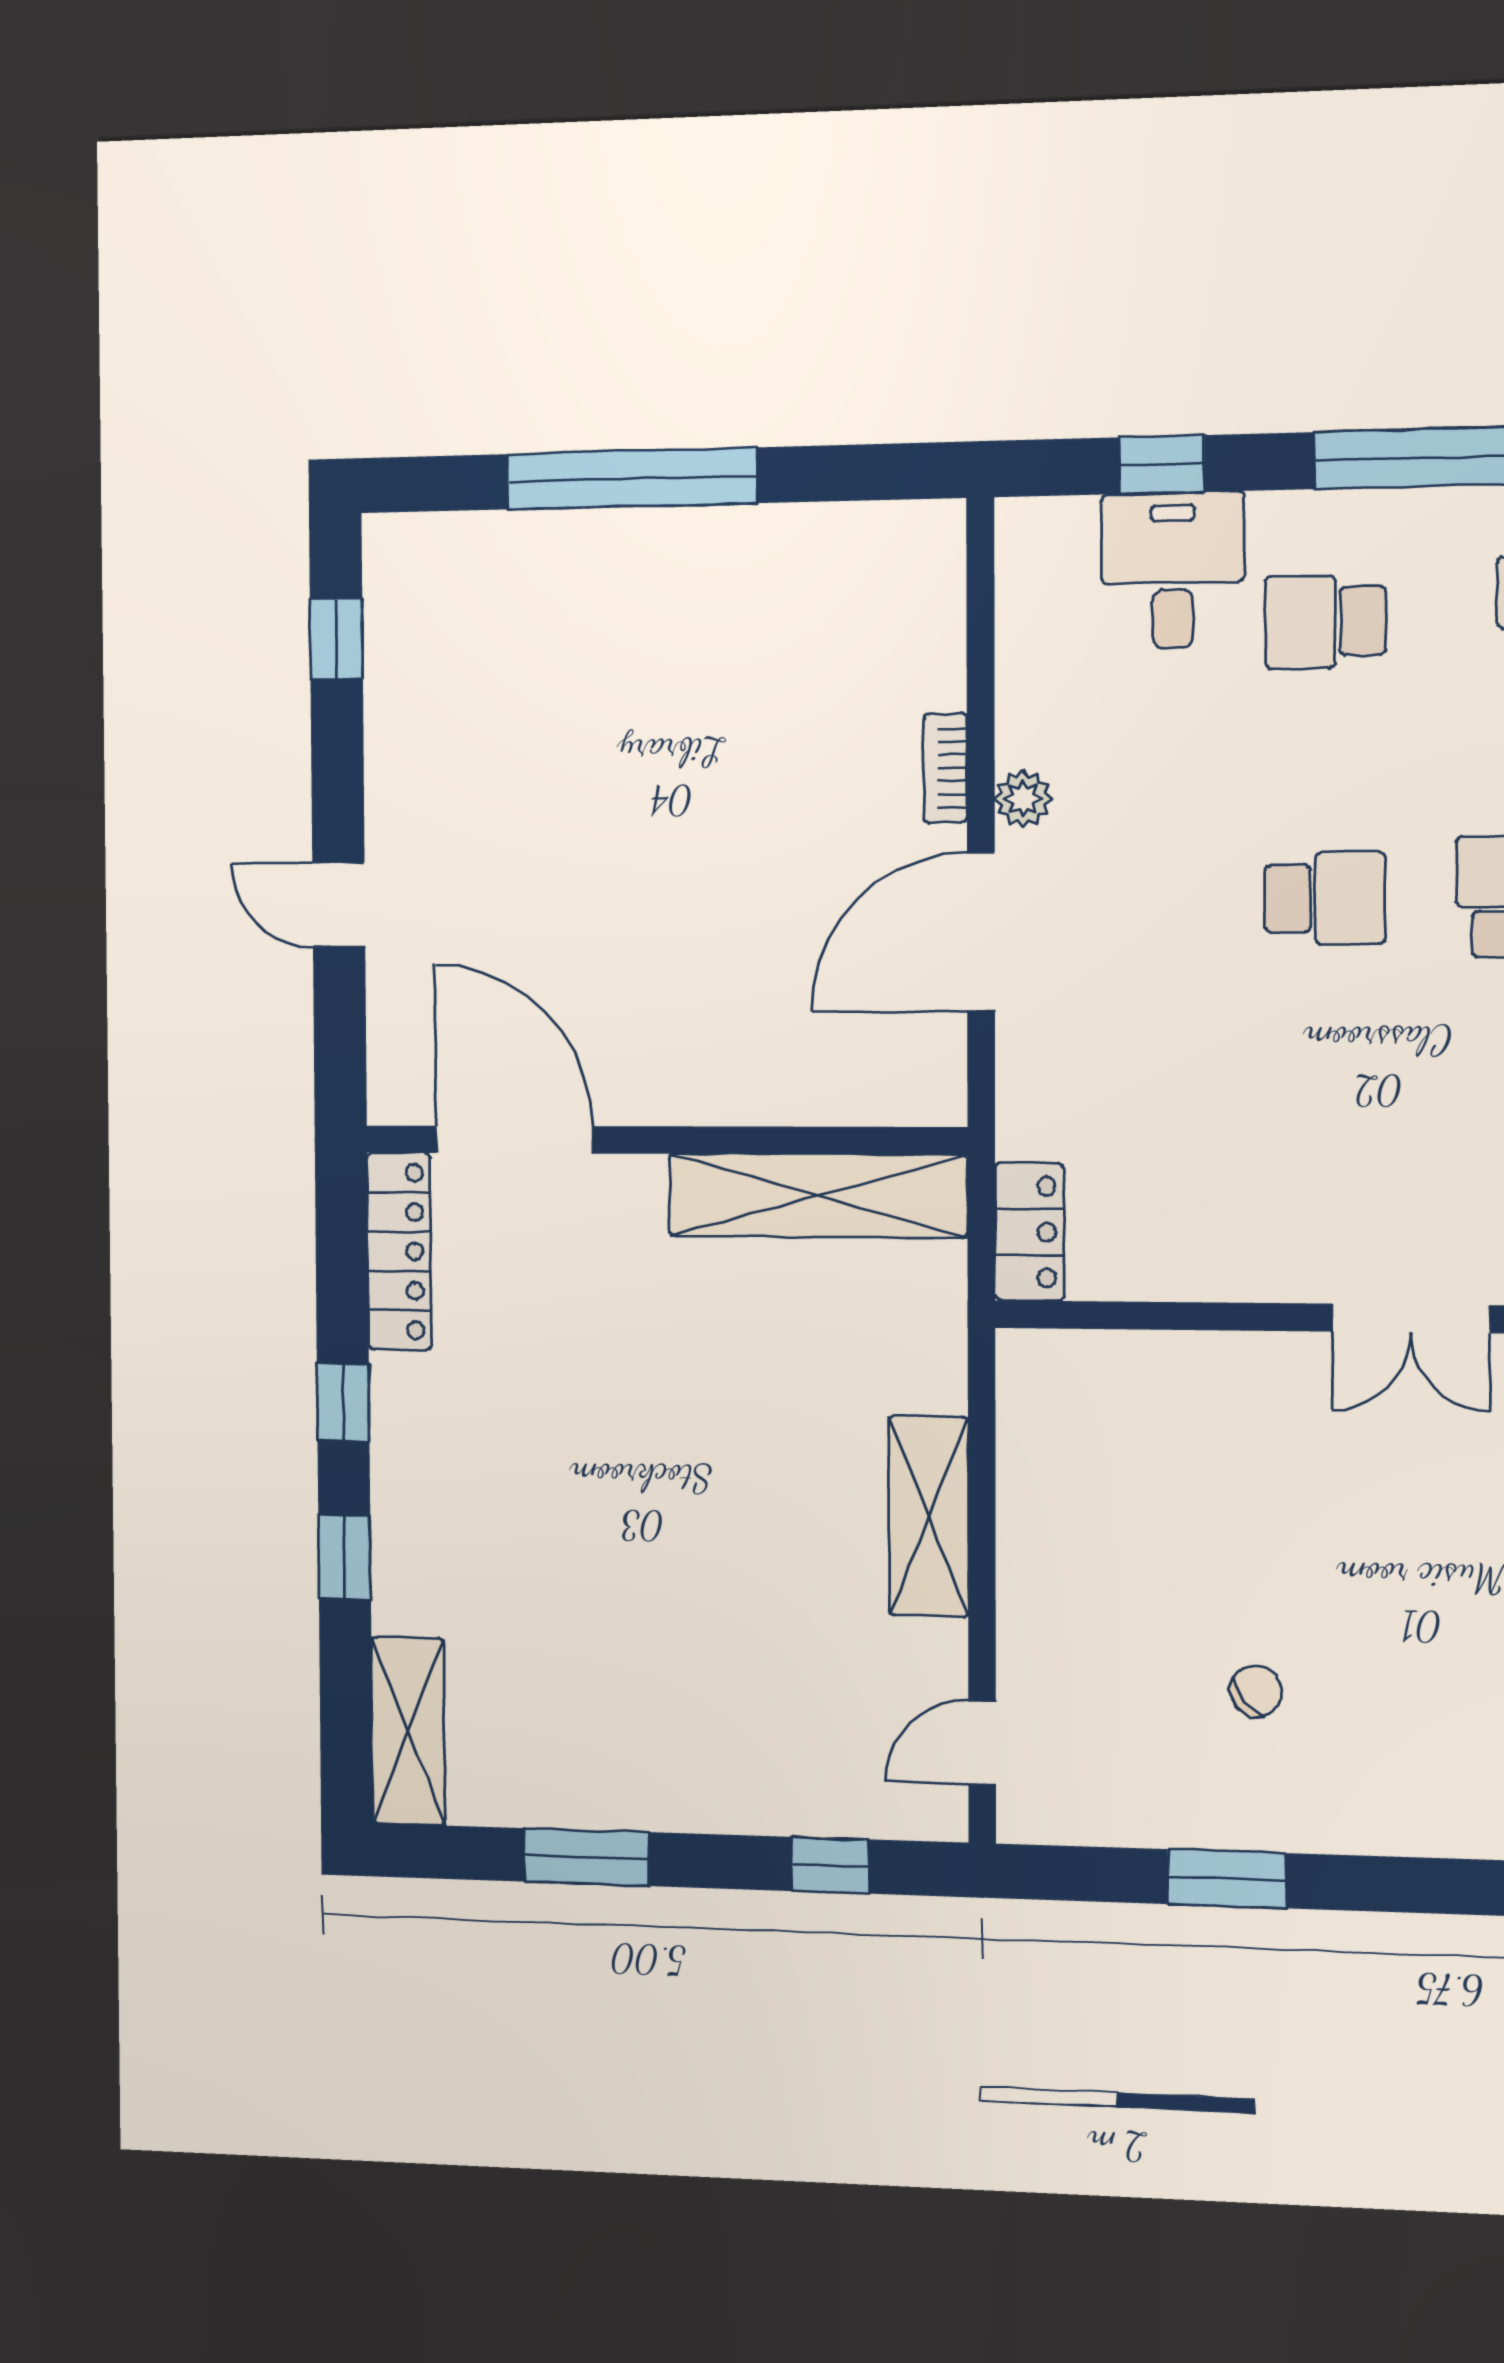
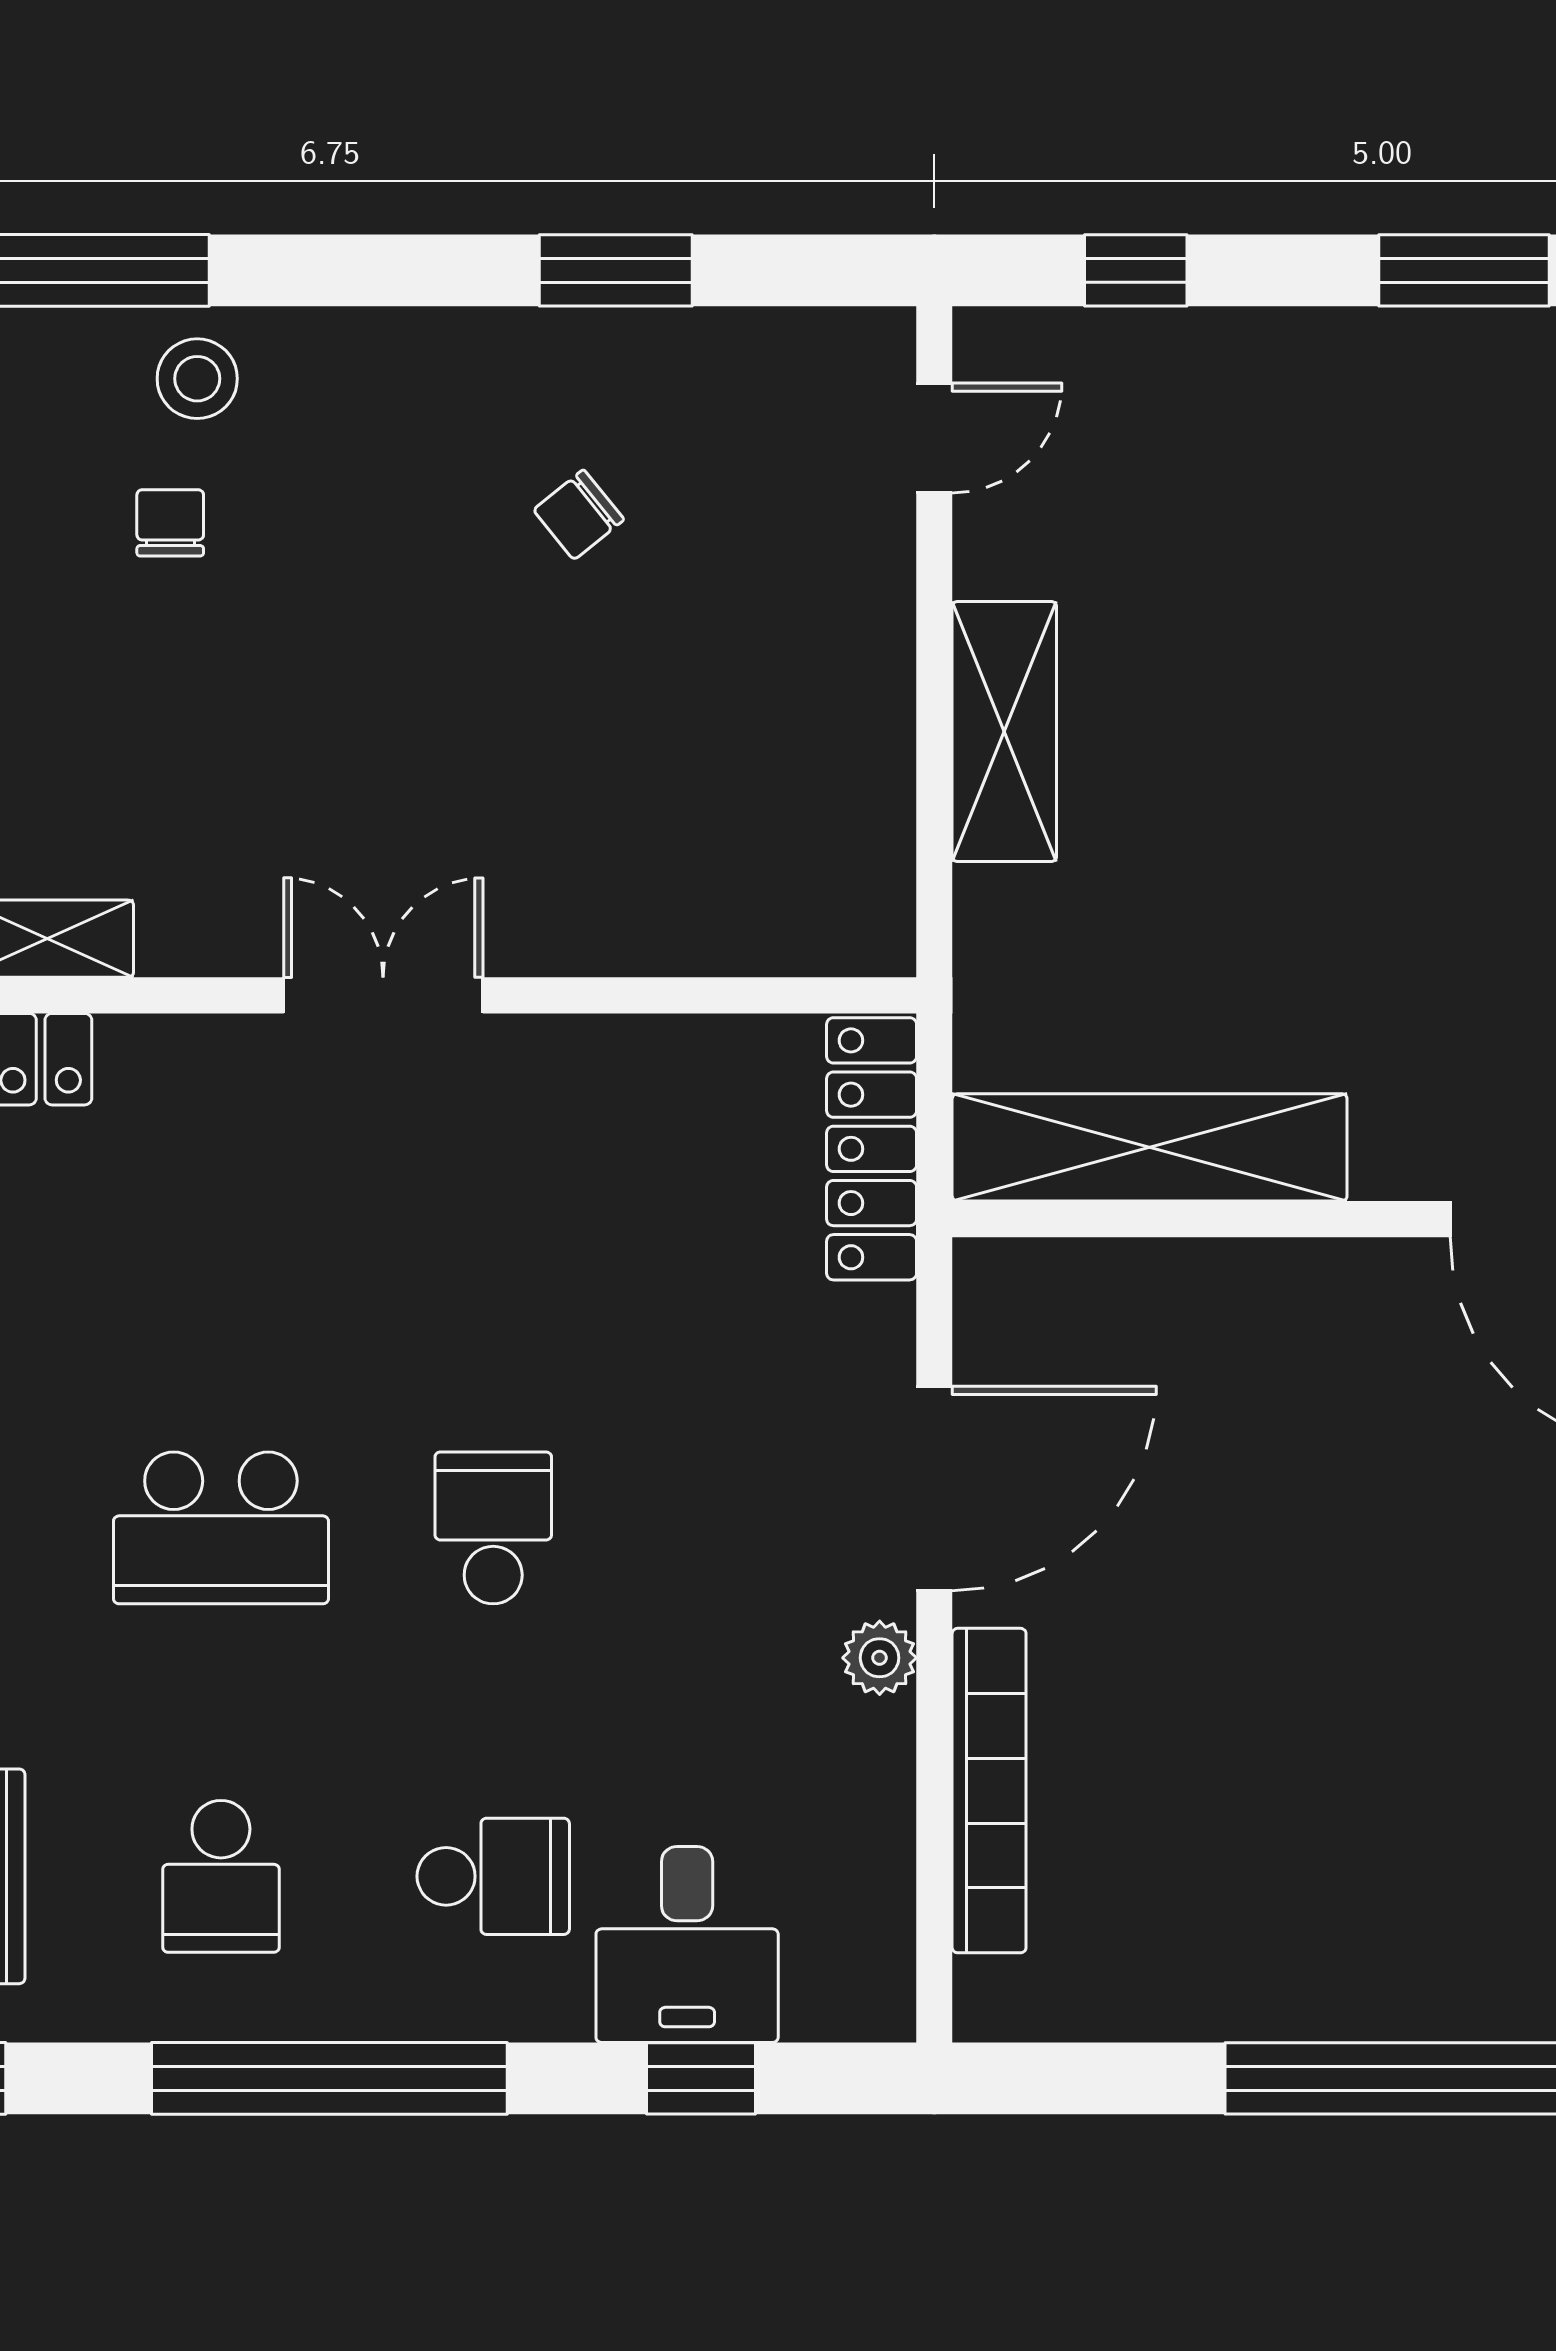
bookcase: (945, 768) -> (989, 1791), width x2.31, depth x1.31
school desk: (1325, 898) -> (493, 1528), turned 90
locker: (1030, 1232) -> (872, 1149), width x1.53

